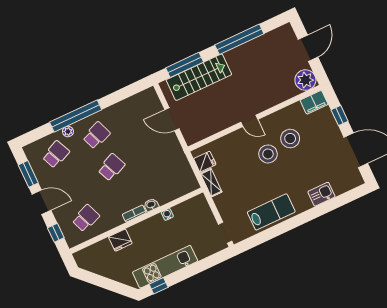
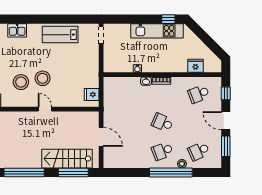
school desk: (111, 167) -> (162, 122), turned 48
shelving: (211, 183) -> (94, 77), removed
fridge: (120, 240) -> (196, 66), moved

